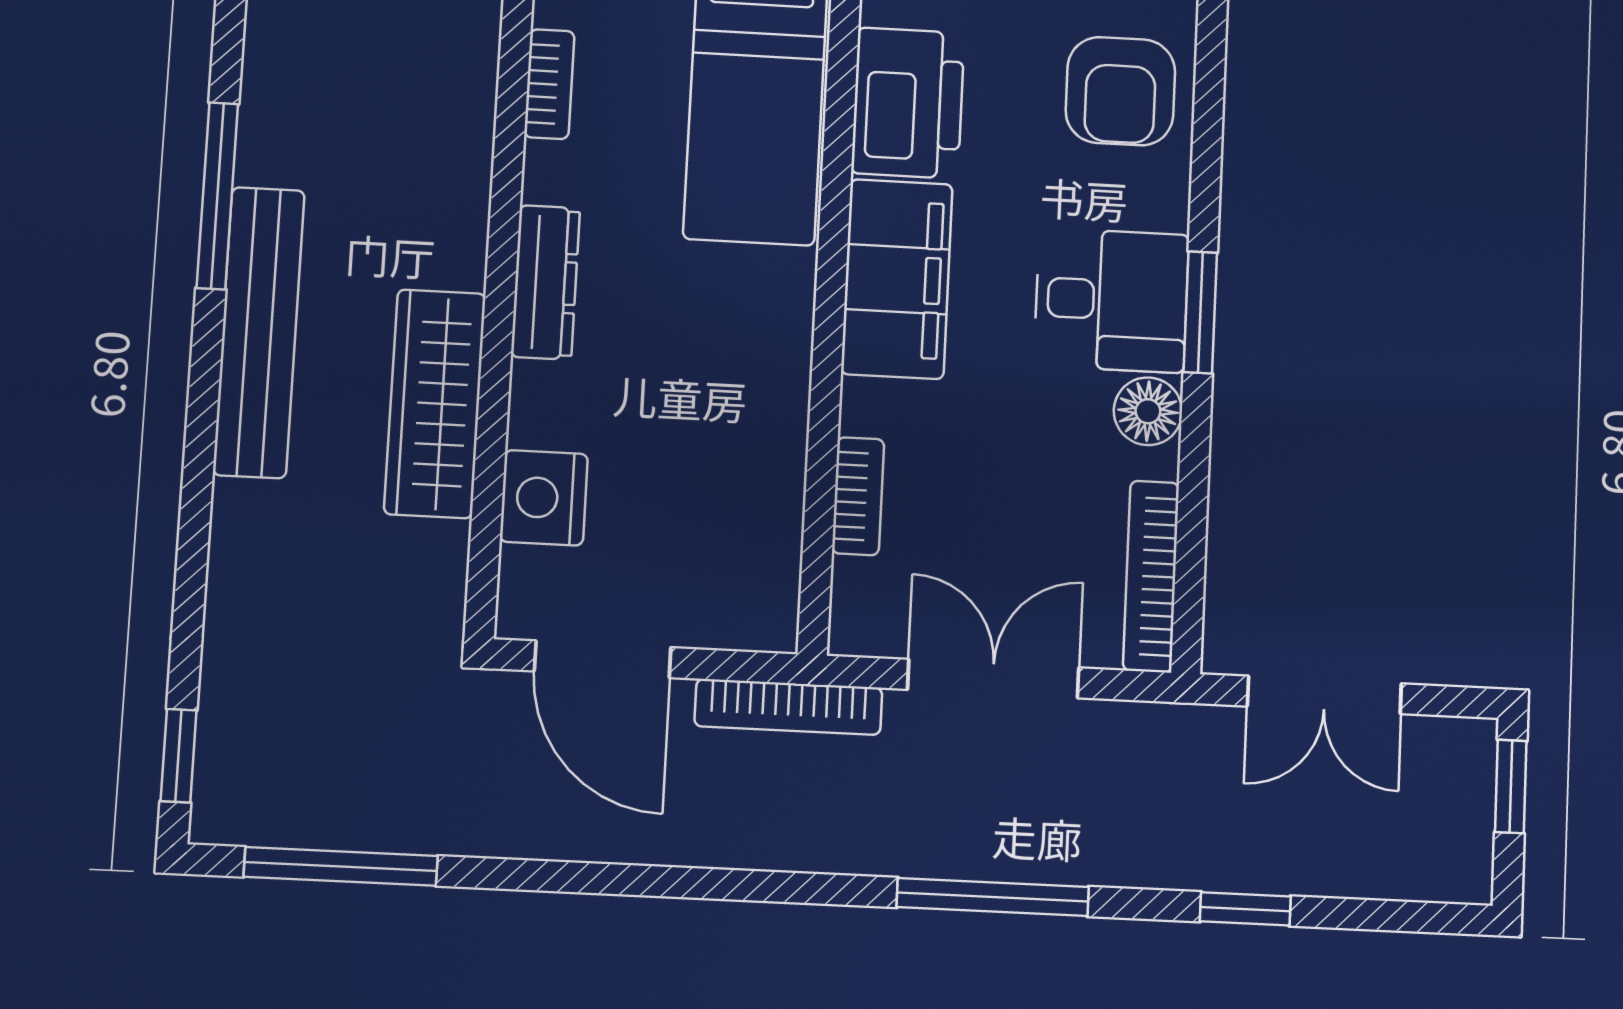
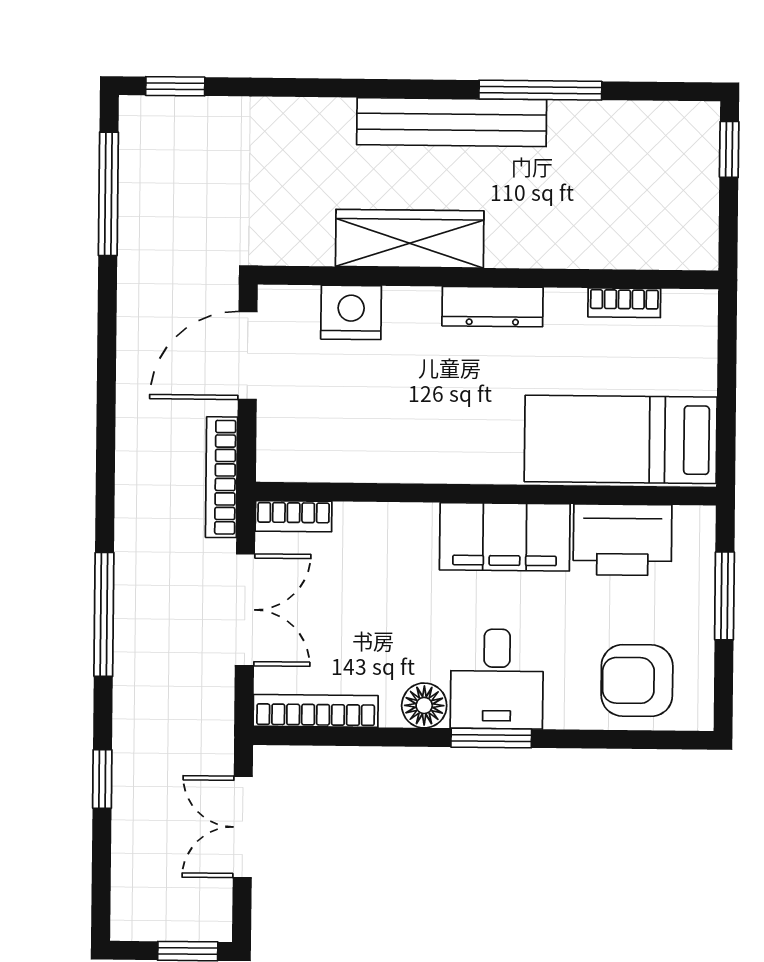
bookcase: (858, 496) -> (294, 516), moved

